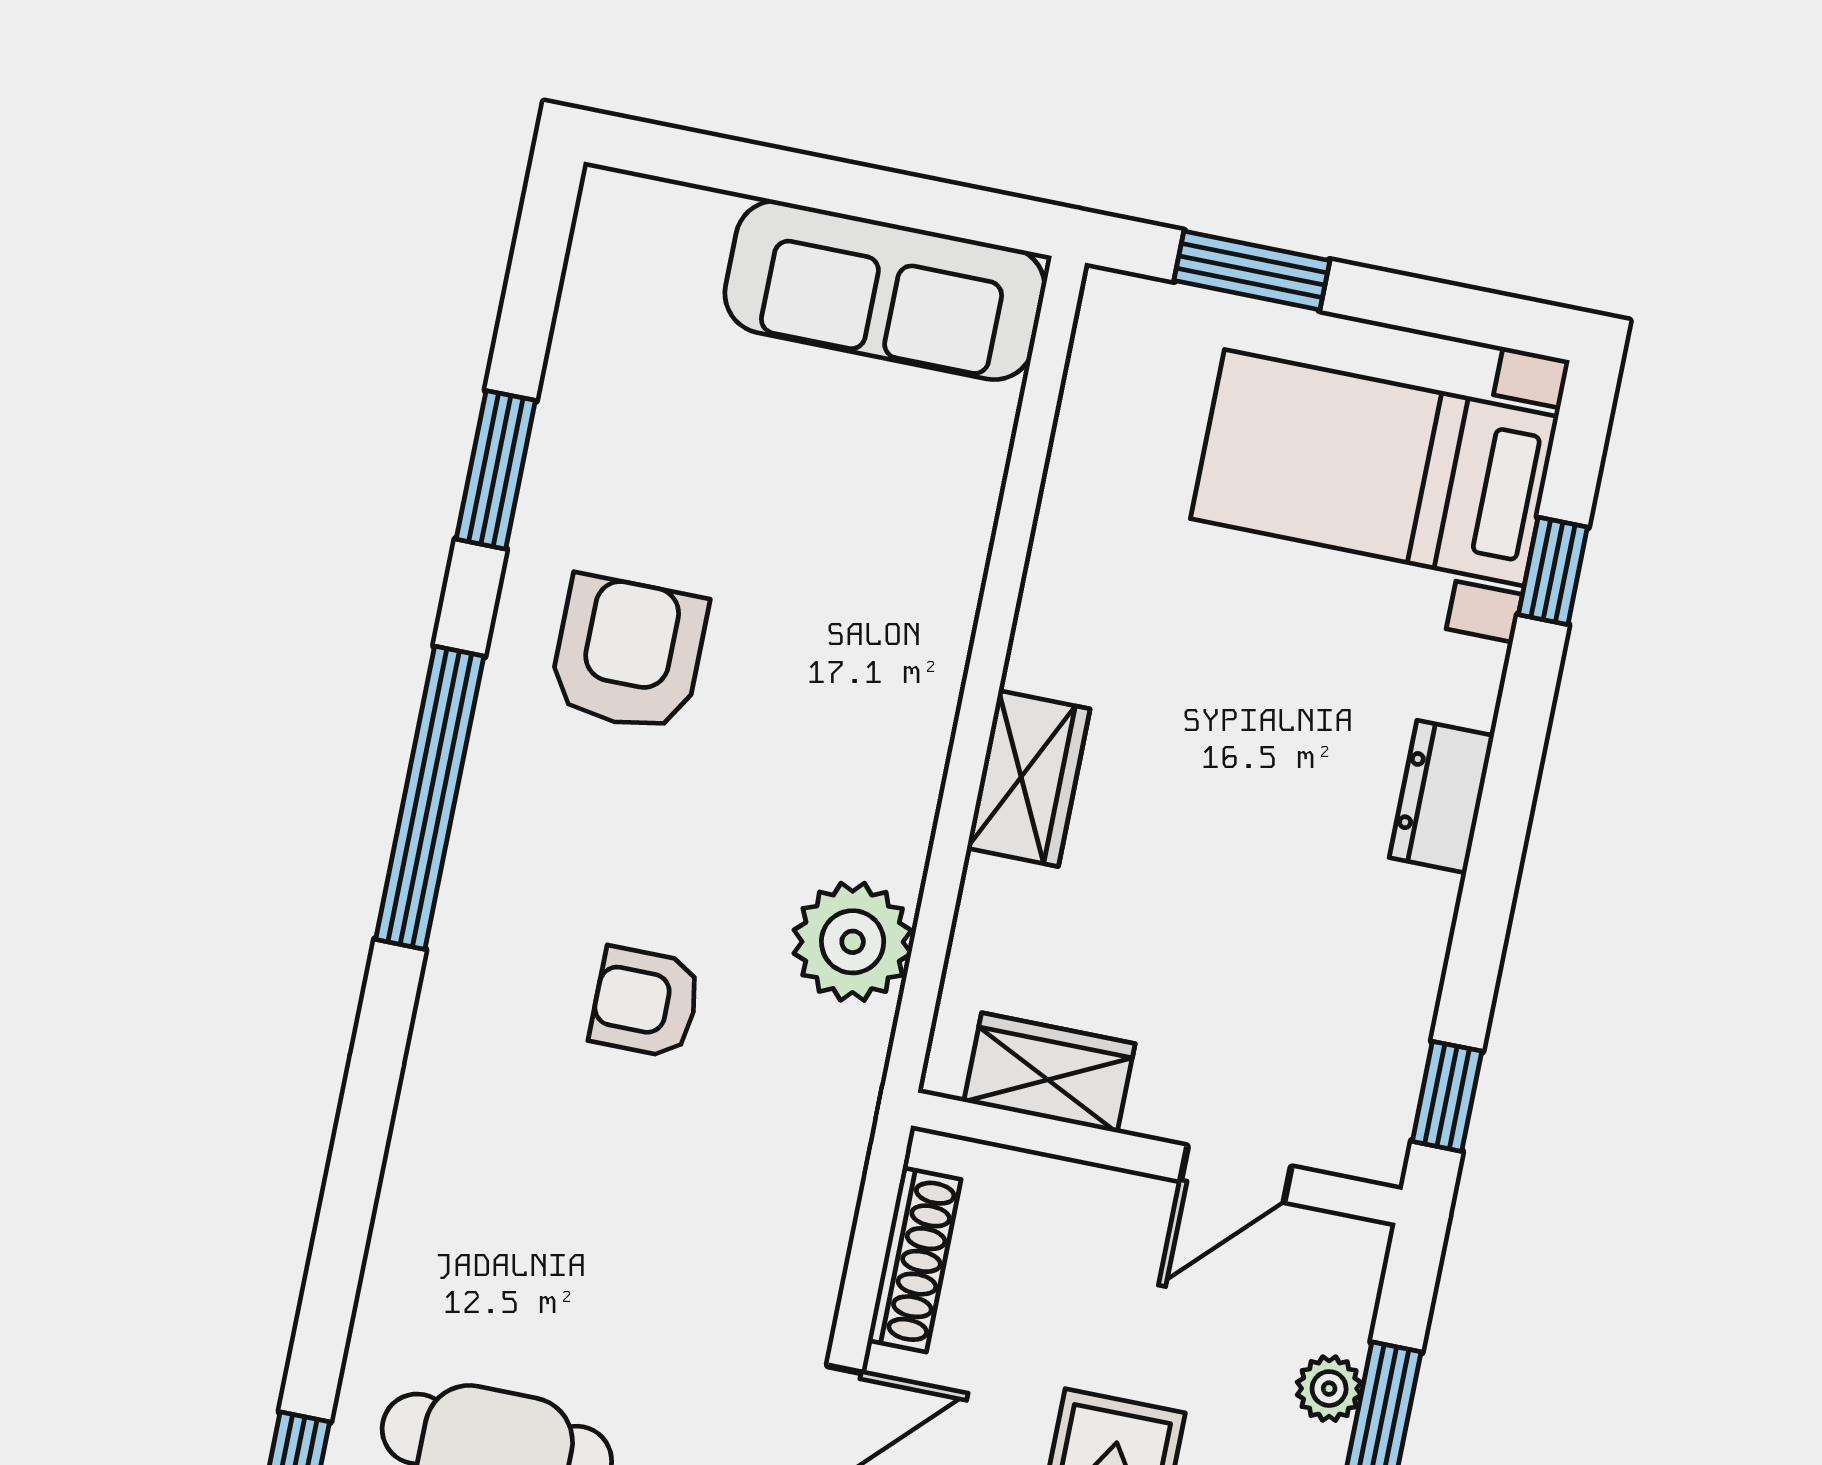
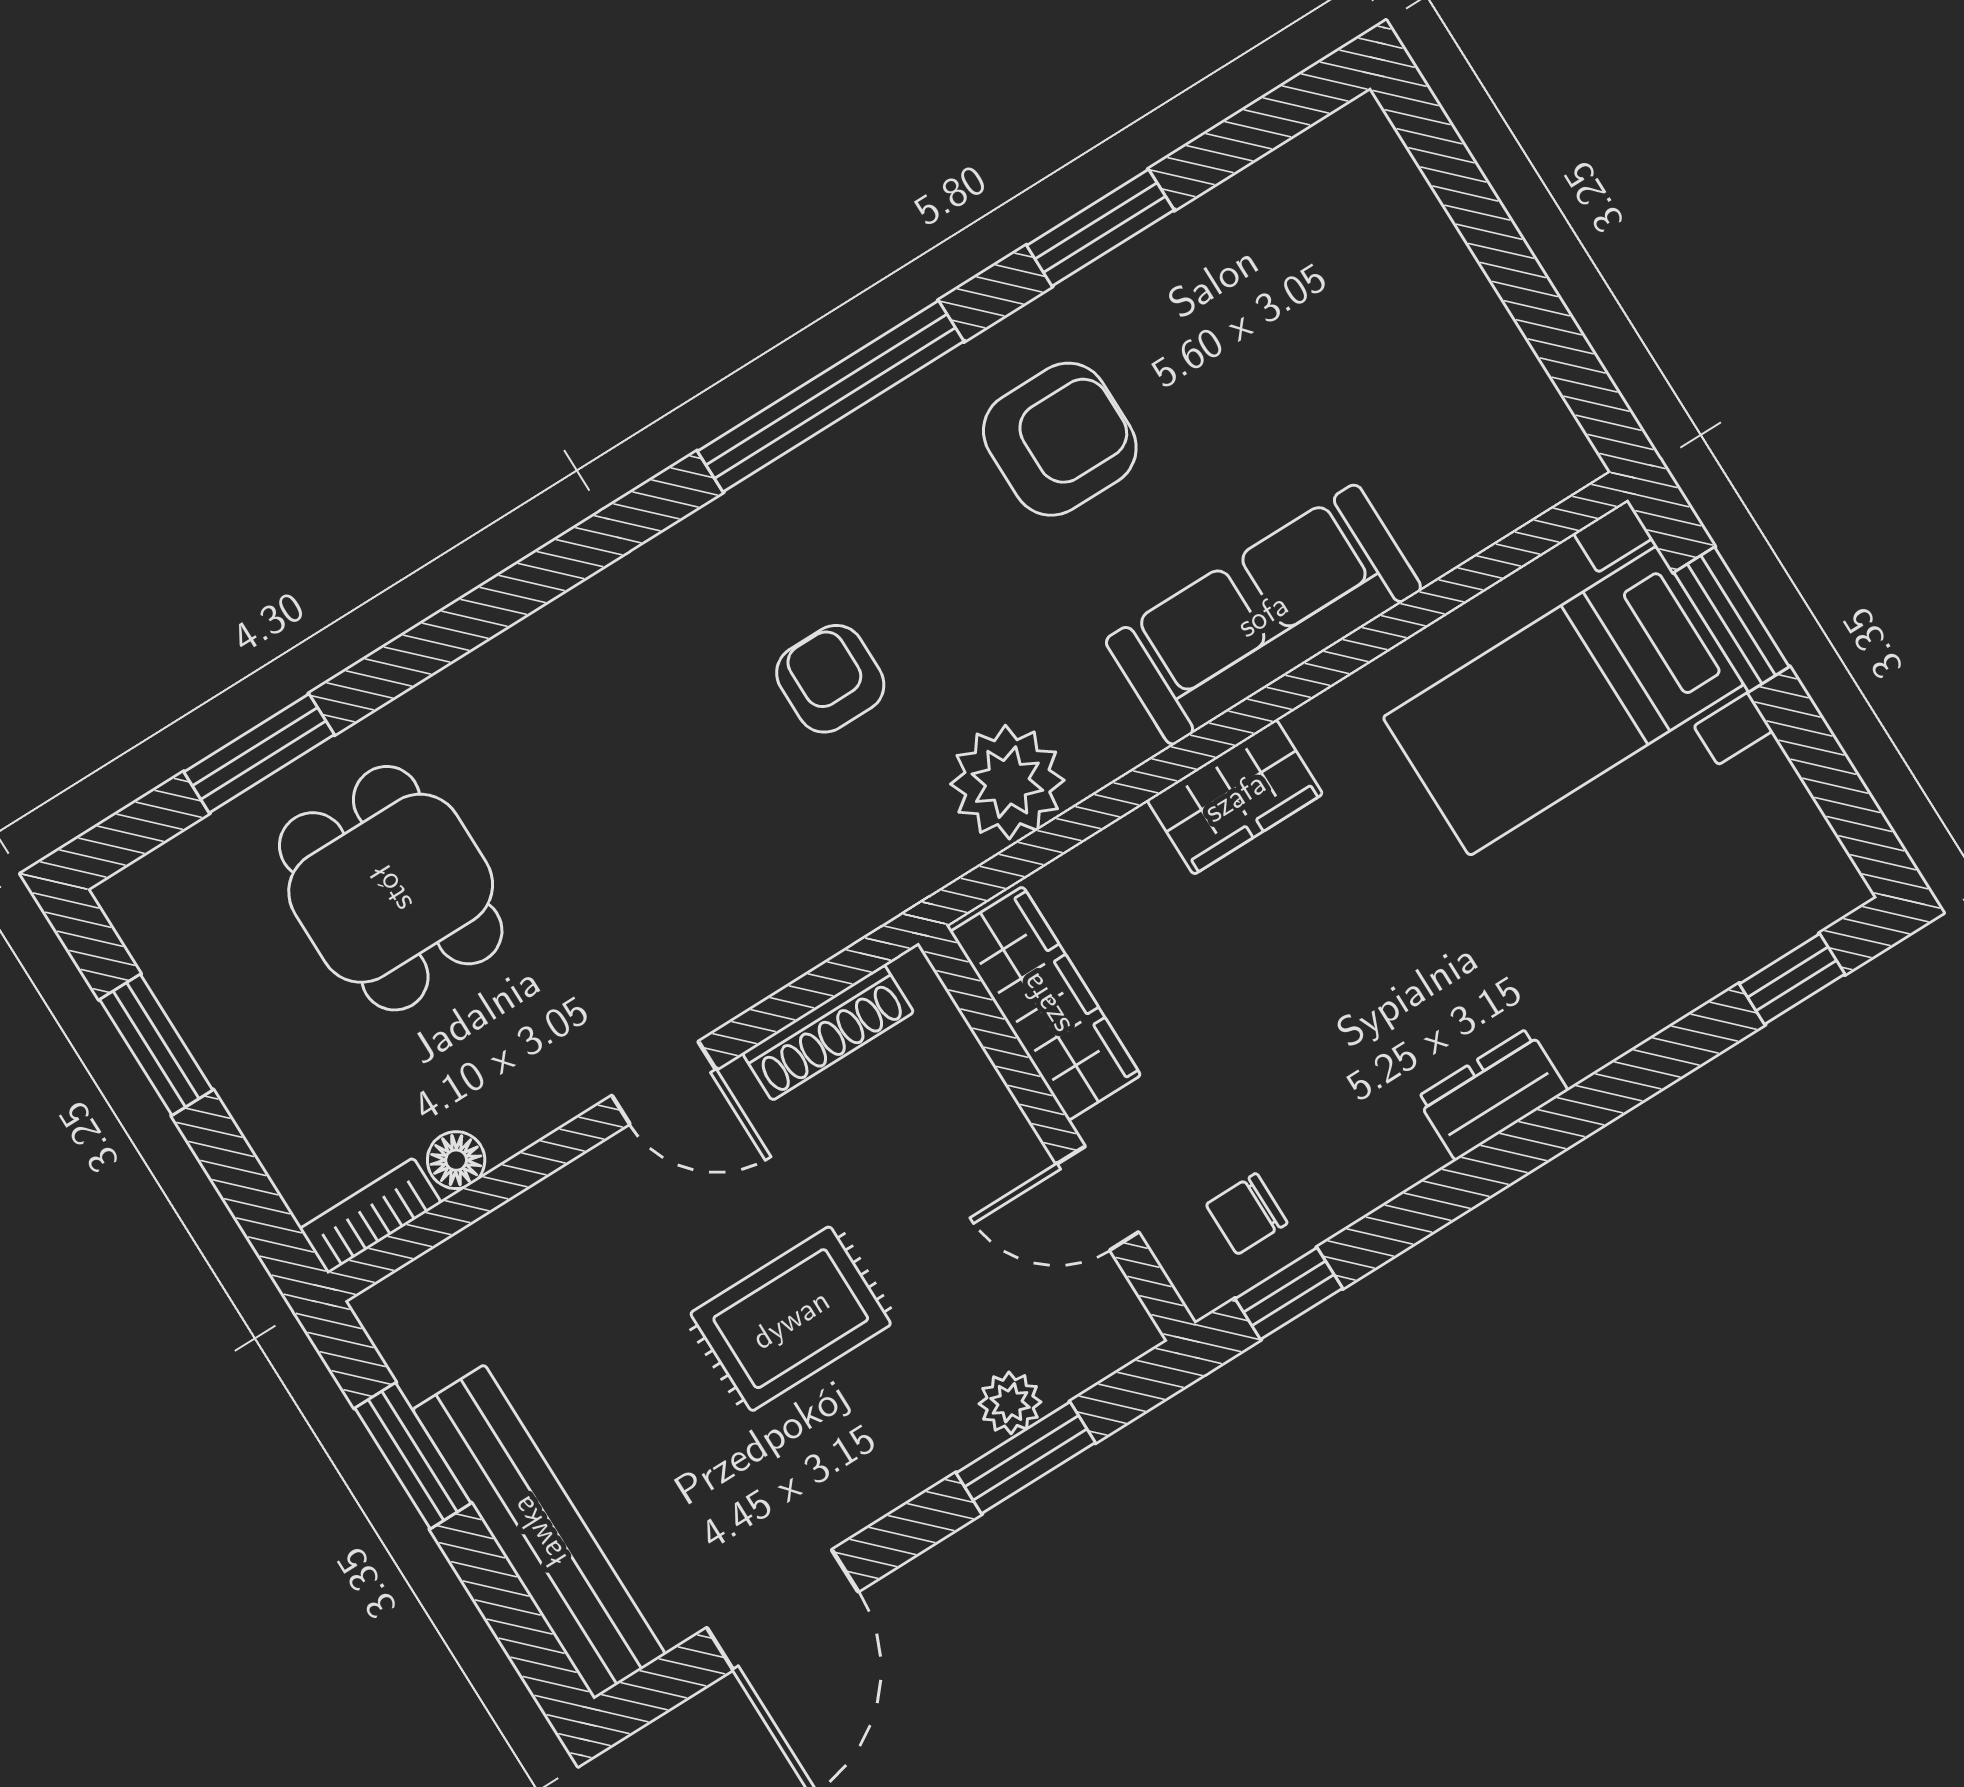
sofa: (885, 290) -> (1263, 615), moved, turned 90
bed with nightstands: (1374, 468) -> (1563, 701), moved, turned -90
window: (1553, 571) -> (1792, 979), moved
chair: (1356, 1071) -> (1247, 1214), added
wardrobe: (1049, 1073) -> (1045, 1004), width x1.50

